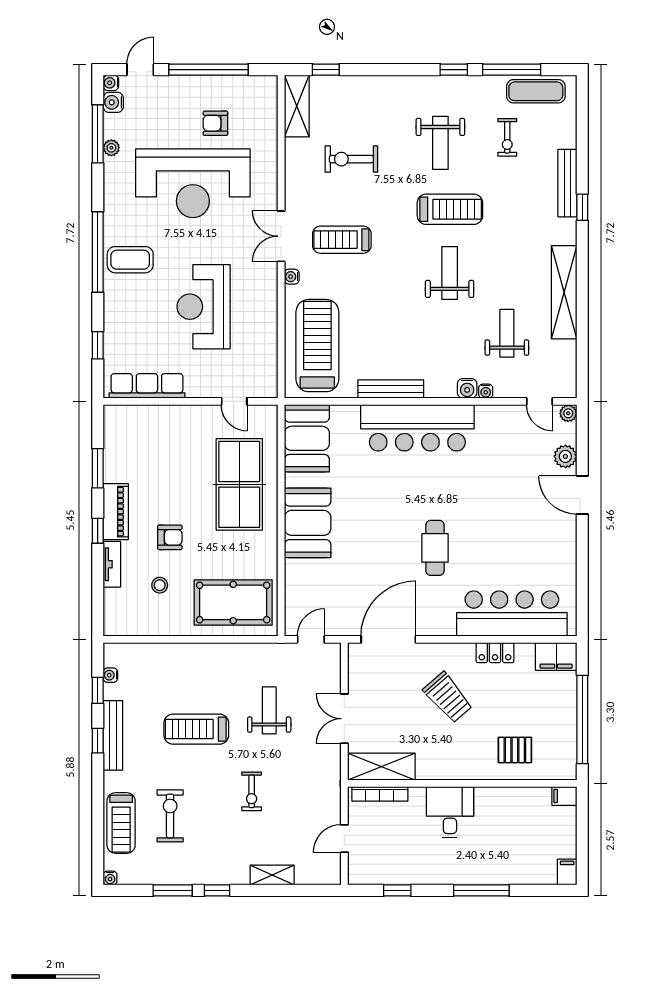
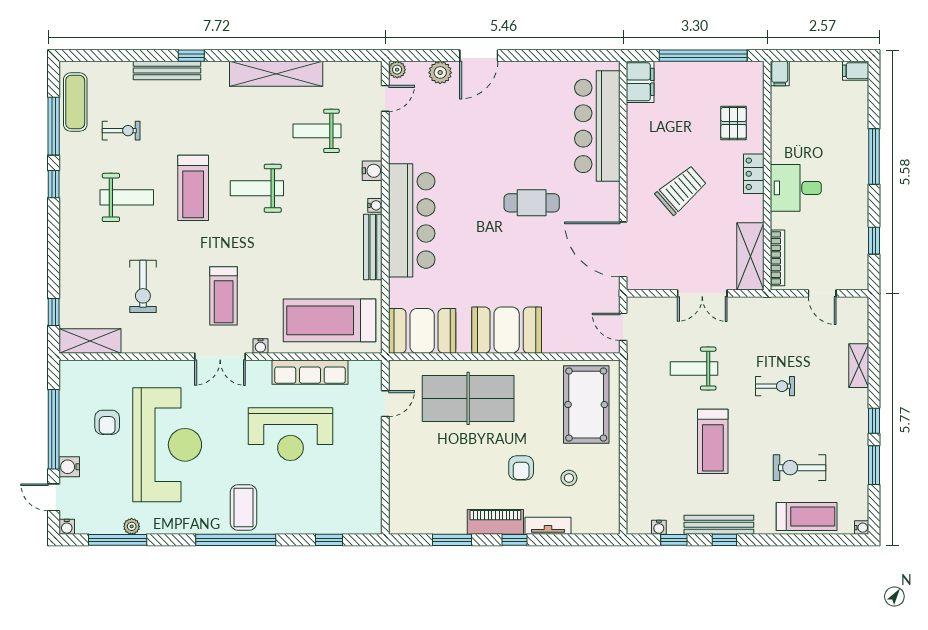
water cooler: (113, 102) -> (69, 467), moved, turned 90
treadmill: (450, 209) -> (193, 188), turned 180
row of seats: (147, 386) -> (310, 372), moved, turned -90
water cooler: (486, 391) -> (375, 205), moved
armchair: (170, 537) -> (521, 468), turned 180
locker: (495, 653) -> (754, 174), moved, turned 180

